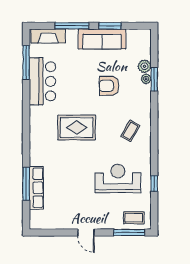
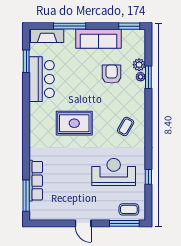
window: (110, 26) -> (129, 26), moved
window: (26, 63) -> (26, 61), width x0.69
armchair: (109, 86) -> (112, 74), moved, turned 90
window: (26, 184) -> (26, 196), moved

